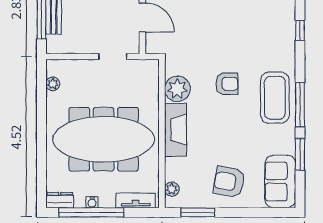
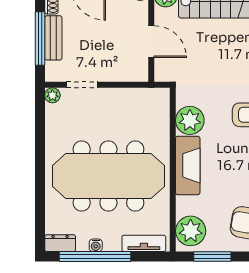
doorway: (113, 57) -> (82, 85), moved
plant: (53, 84) -> (52, 95), moved
plant: (172, 189) -> (191, 231), width x1.88, depth x1.88

